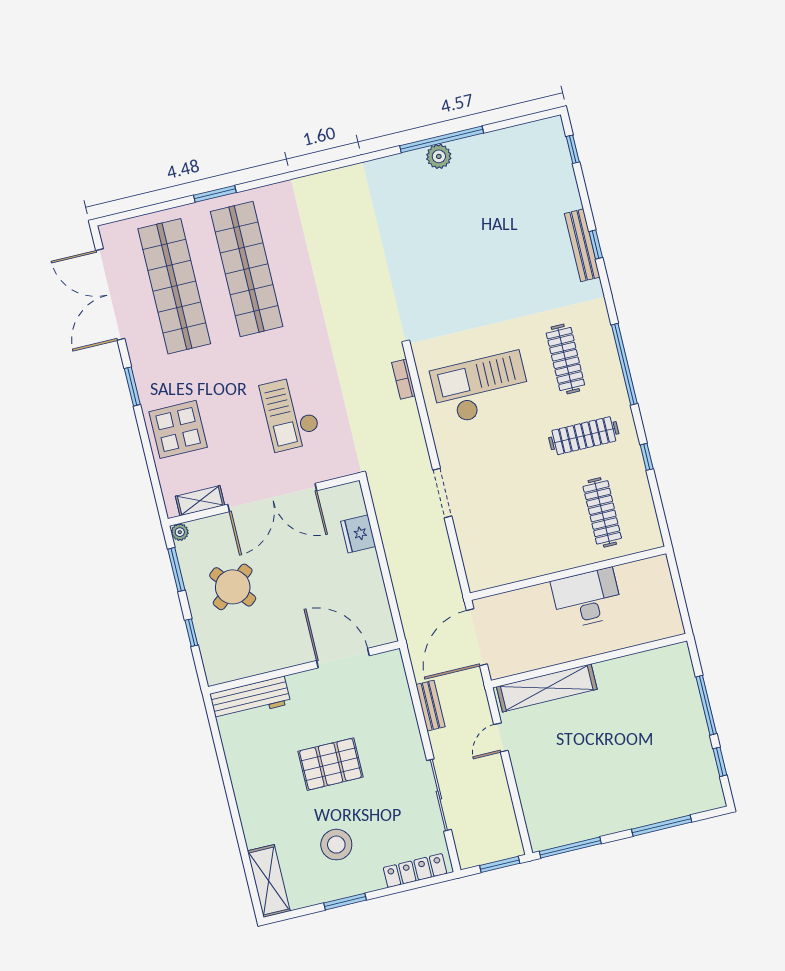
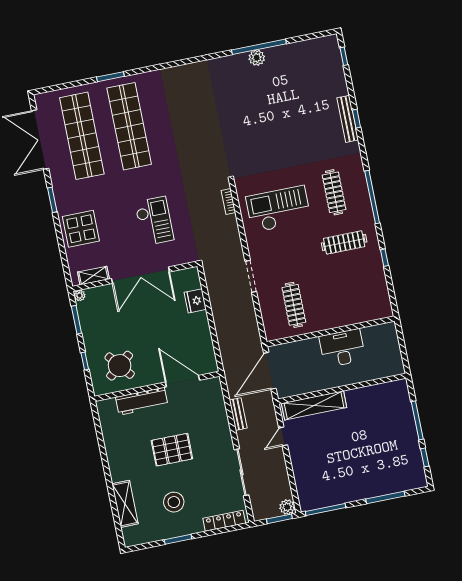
checkout: (290, 413) -> (154, 221), turned 180
clothes rail: (602, 512) -> (294, 305), moved
round table: (233, 587) -> (120, 366), moved
workbench: (250, 699) -> (142, 401), moved
plant: (511, 846) -> (287, 507), added
shelving: (269, 881) -> (125, 504), moved

